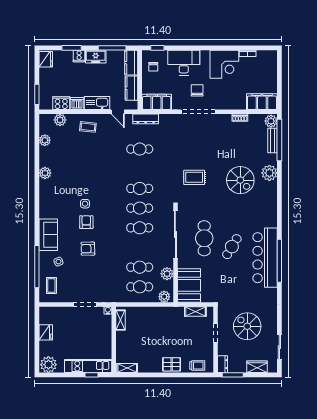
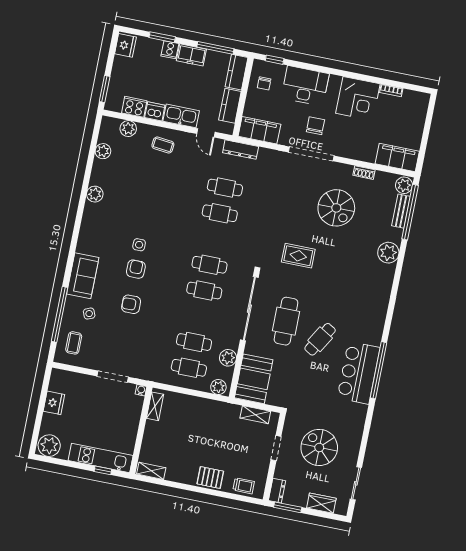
rug: (194, 177) -> (298, 256), moved
spiral stairs: (240, 180) -> (336, 208), moved
cafe table: (140, 188) -> (220, 213), moved
bar counter: (265, 258) -> (359, 373), width x0.73

